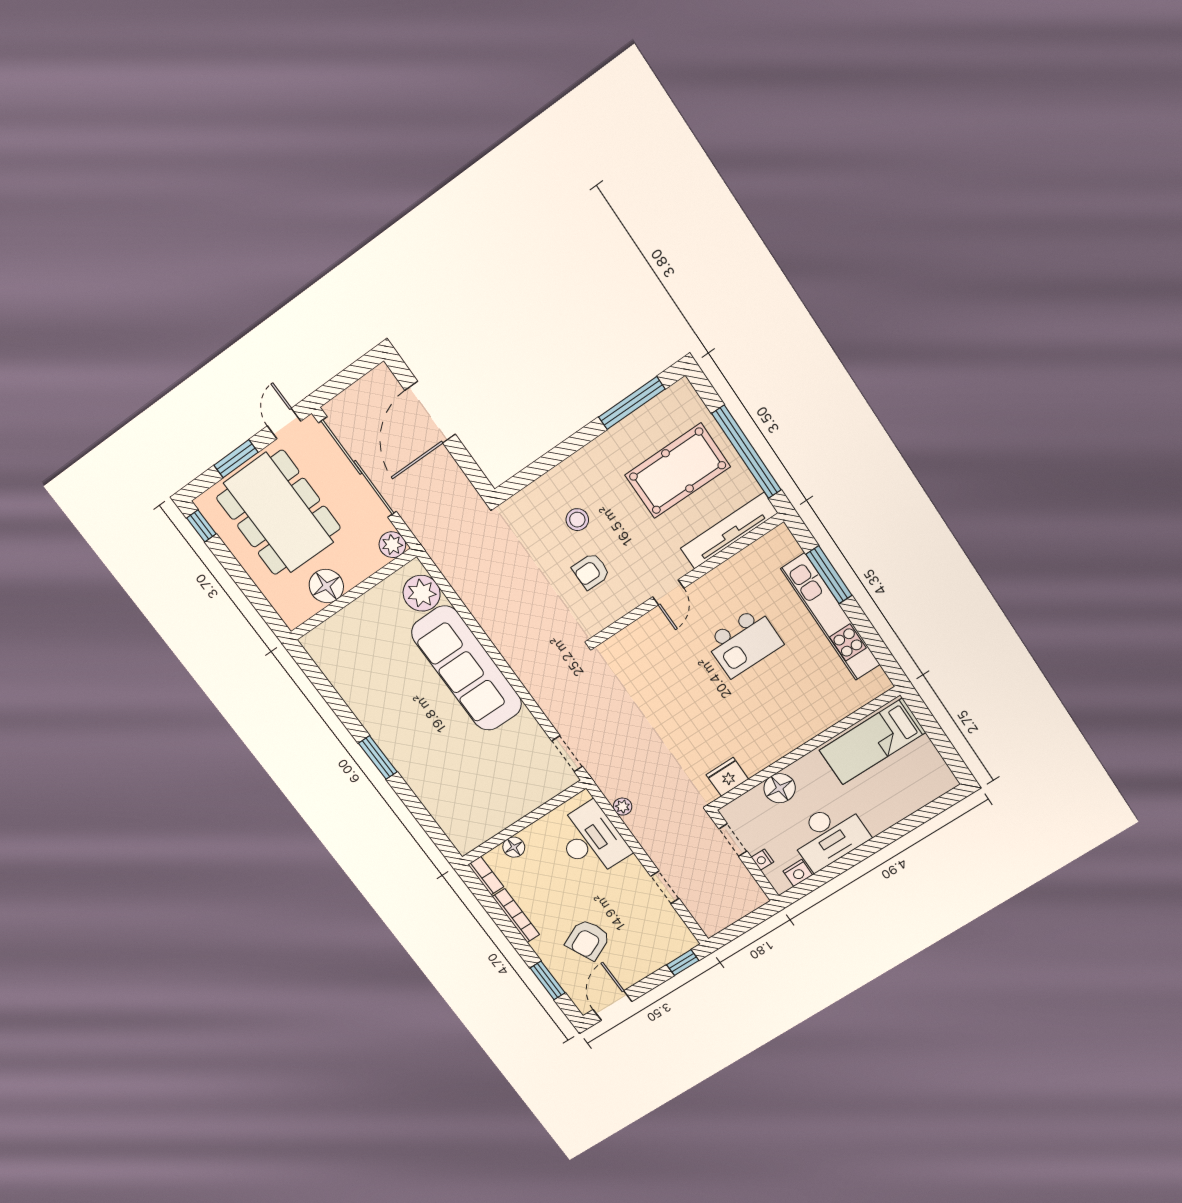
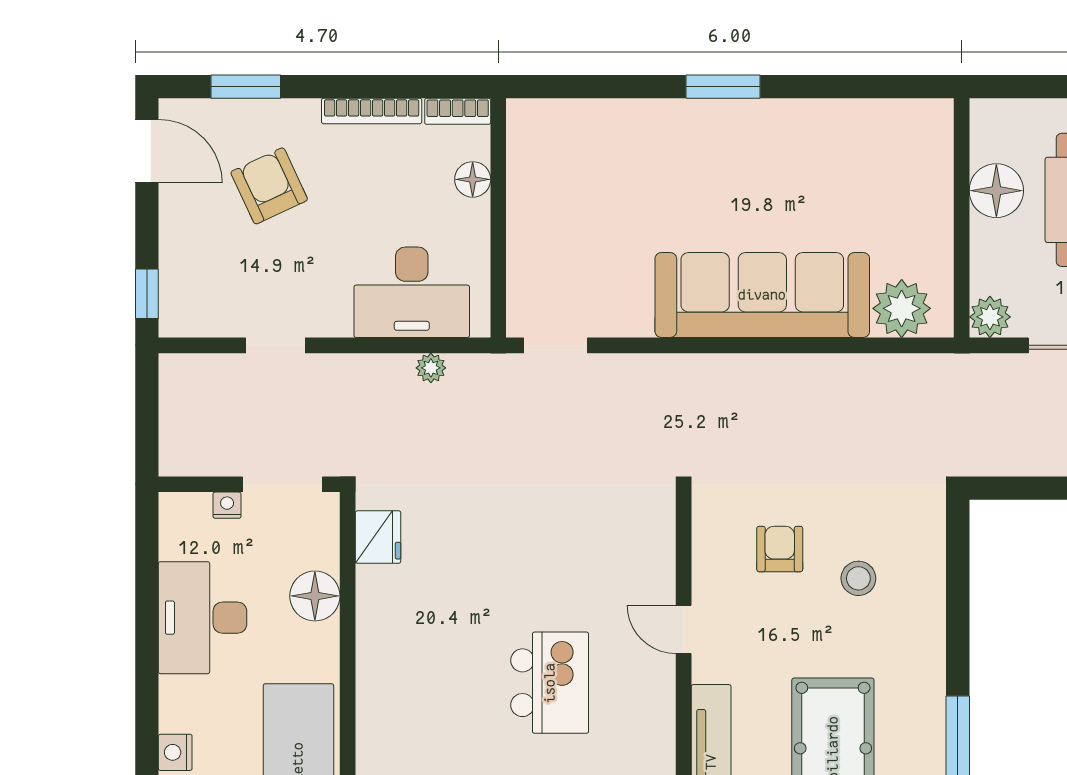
kitchen island: (744, 642) -> (550, 683), turned 180
doorway: (733, 840) -> (282, 484), width x1.38
nightstand: (798, 873) -> (175, 752), moved

